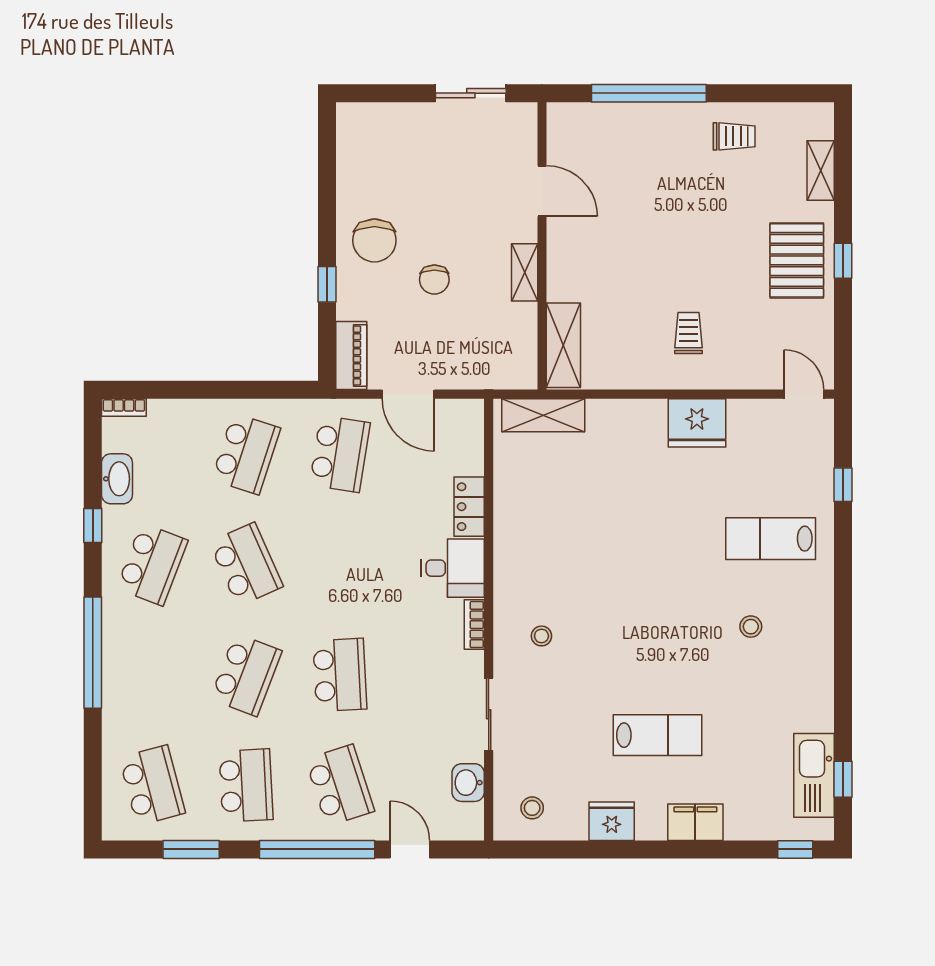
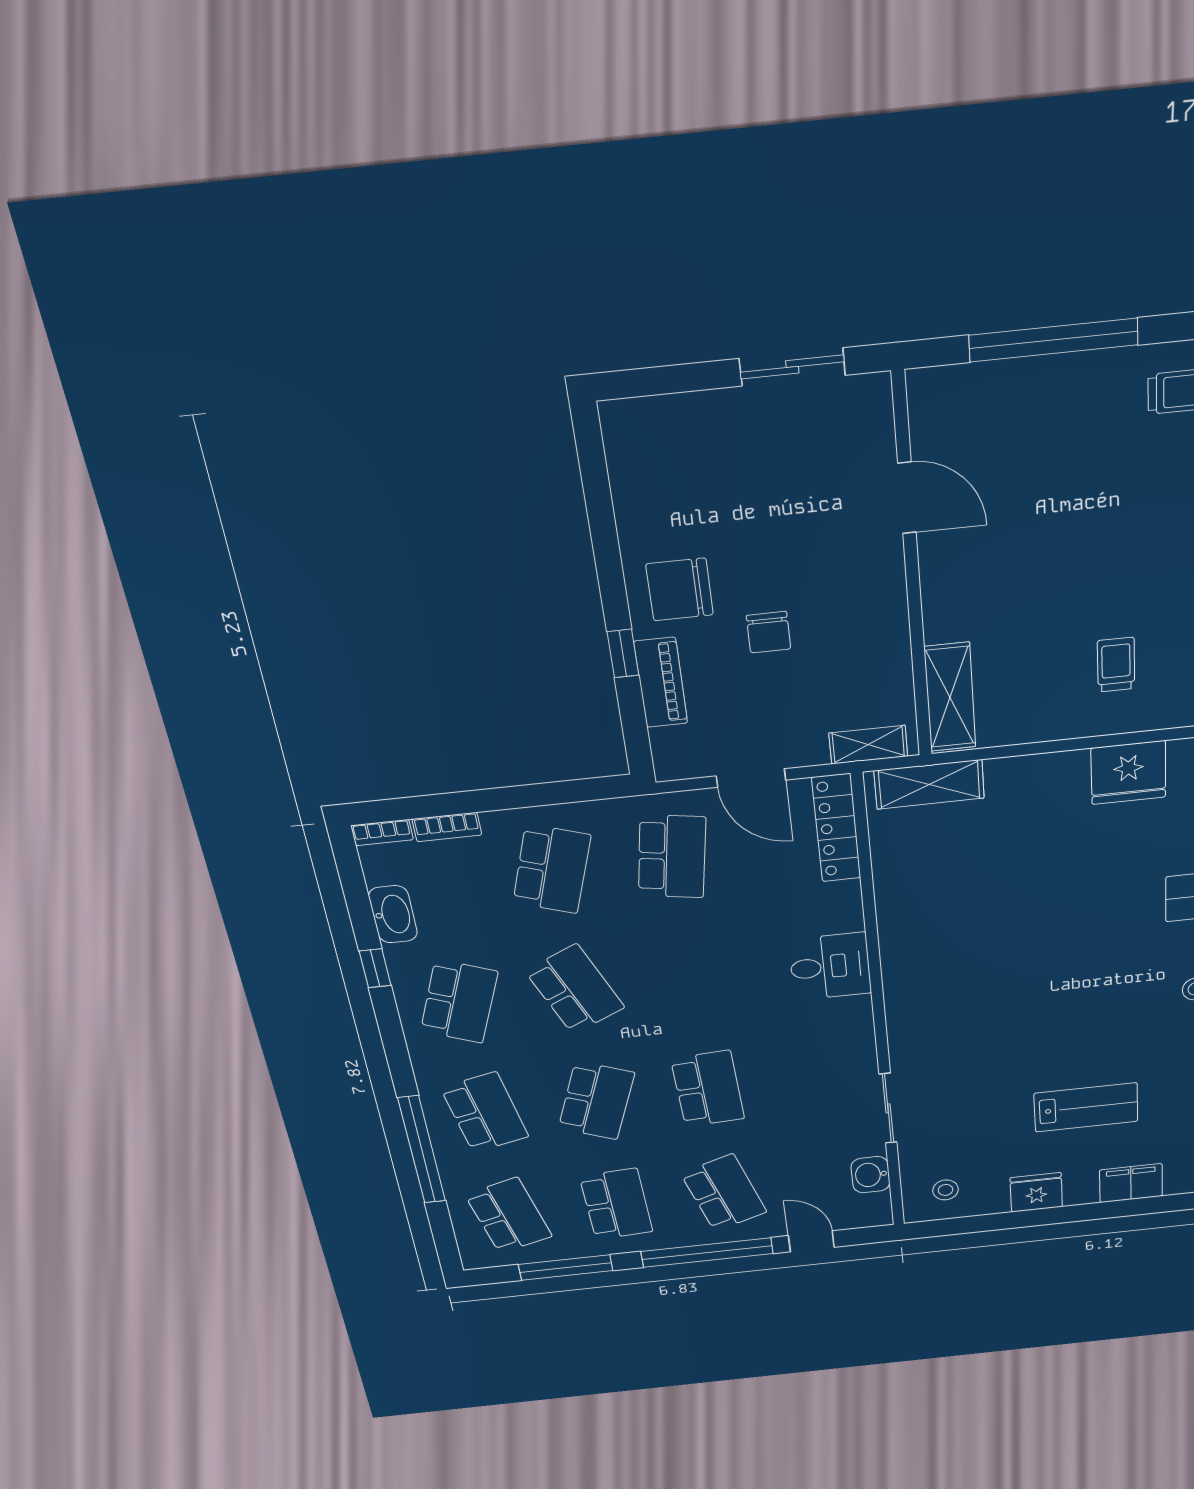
chair: (374, 241) -> (680, 589), turned 90
shelving: (525, 272) -> (868, 745), moved, turned 90
piano: (351, 356) -> (661, 683), moved
locker: (469, 507) -> (836, 828), moved, width x1.53
bookcase: (474, 625) -> (447, 827), moved, turned -90
stool: (541, 636) -> (944, 1025), removed
window: (93, 653) -> (422, 1150), moved
school desk: (152, 675) -> (485, 1112), added
window: (191, 849) -> (566, 1267), width x1.44

